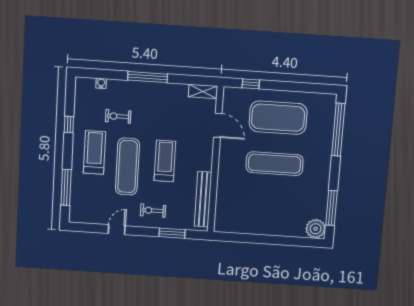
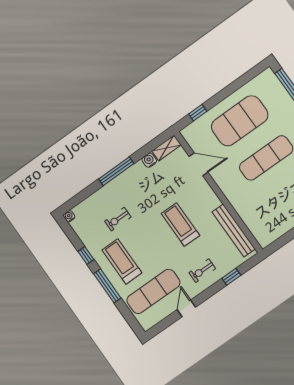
water cooler: (101, 83) -> (69, 216), moved
water cooler: (181, 90) -> (149, 160), added
exercise mat: (127, 167) -> (153, 291), moved, turned 90
window: (66, 187) -> (107, 286), moved
window: (172, 233) -> (231, 277), width x0.67

